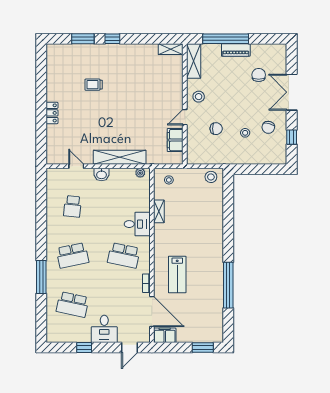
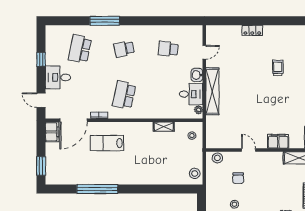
stool: (199, 97) -> (217, 158), moved
filing cabinet: (175, 140) -> (278, 141), moved
desk: (137, 224) -> (191, 94), moved, turned -90
school desk: (73, 255) -> (124, 49), width x0.54

